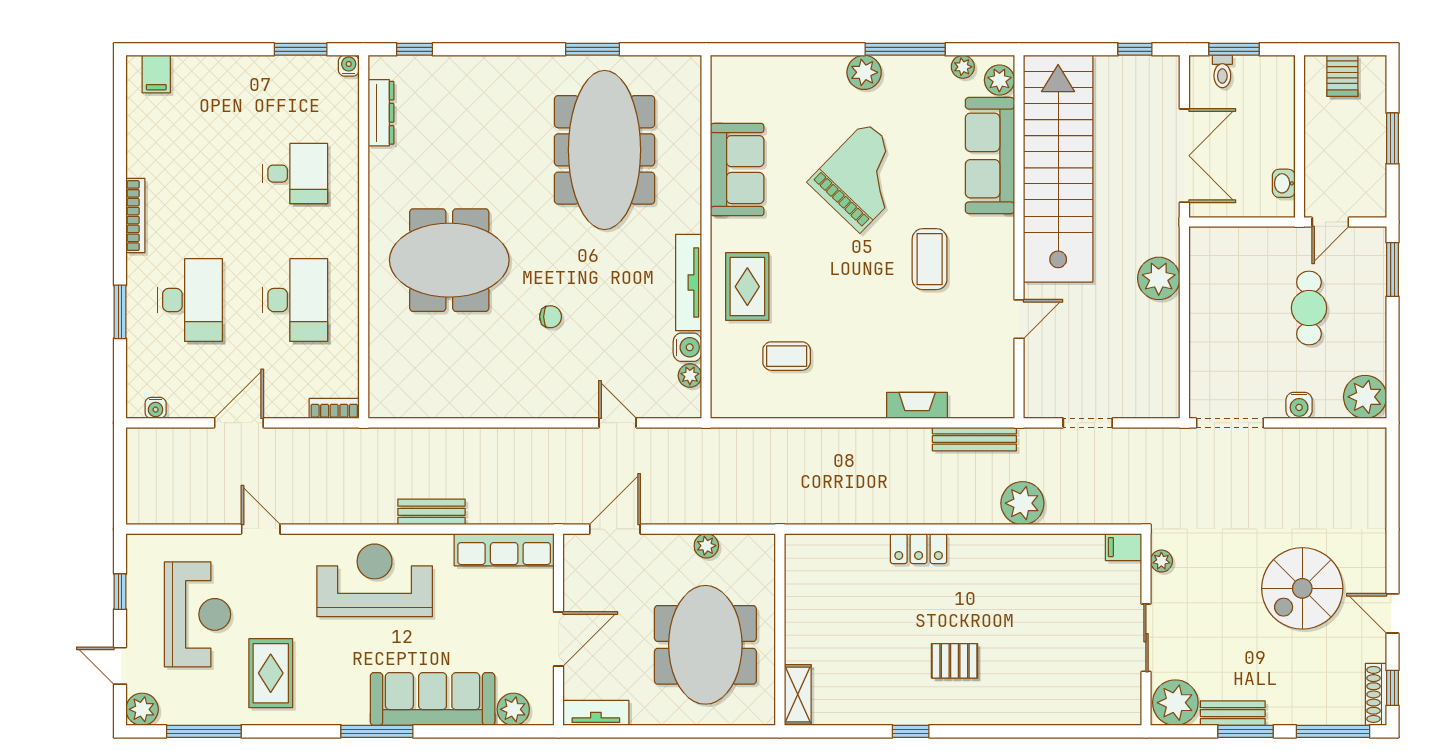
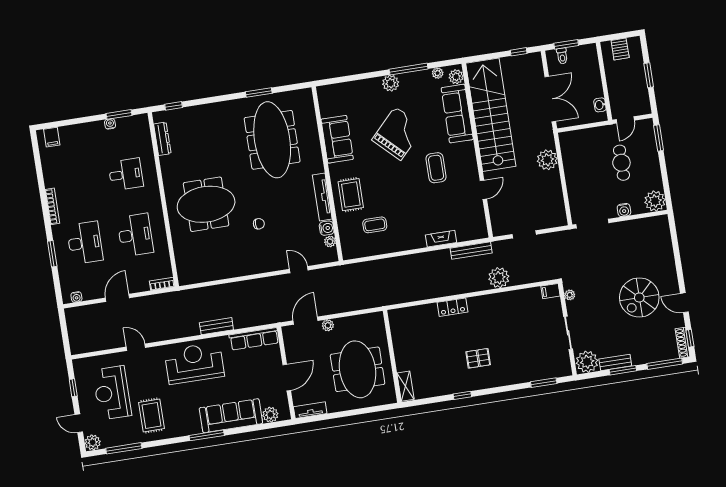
water cooler: (349, 66) -> (110, 124), moved
plant: (706, 546) -> (328, 325), moved
reception desk: (198, 614) -> (112, 393), turned 180
window: (1080, 731) -> (544, 383), added

